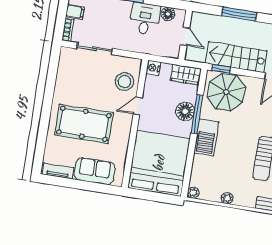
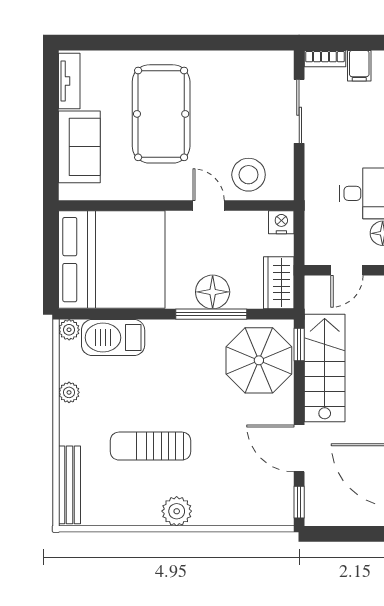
barbecue: (206, 137) -> (113, 338), moved

